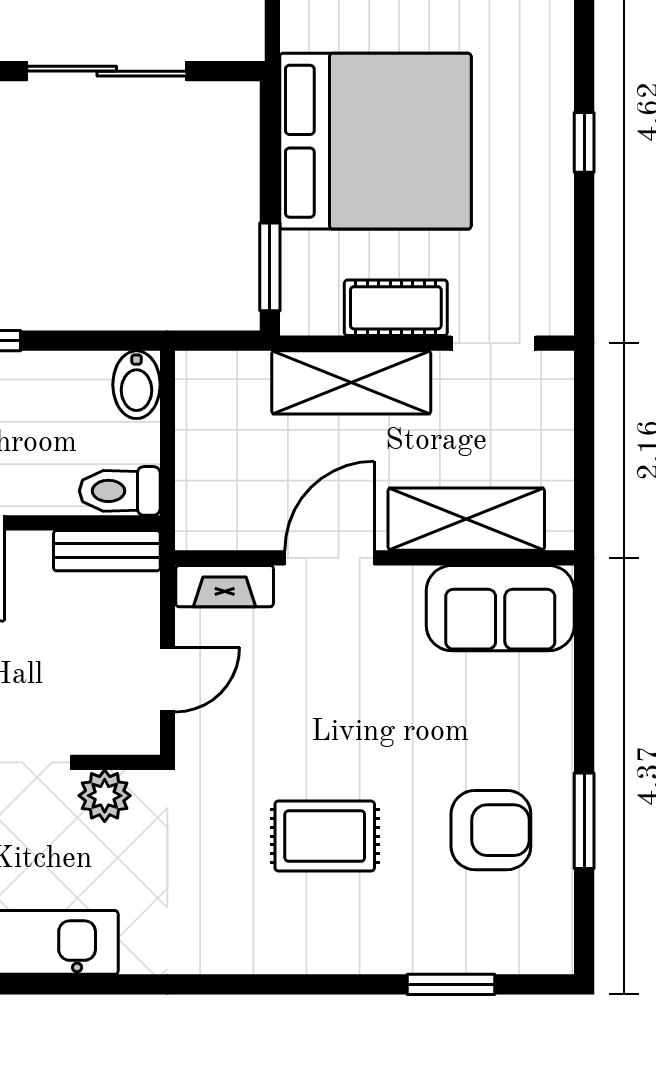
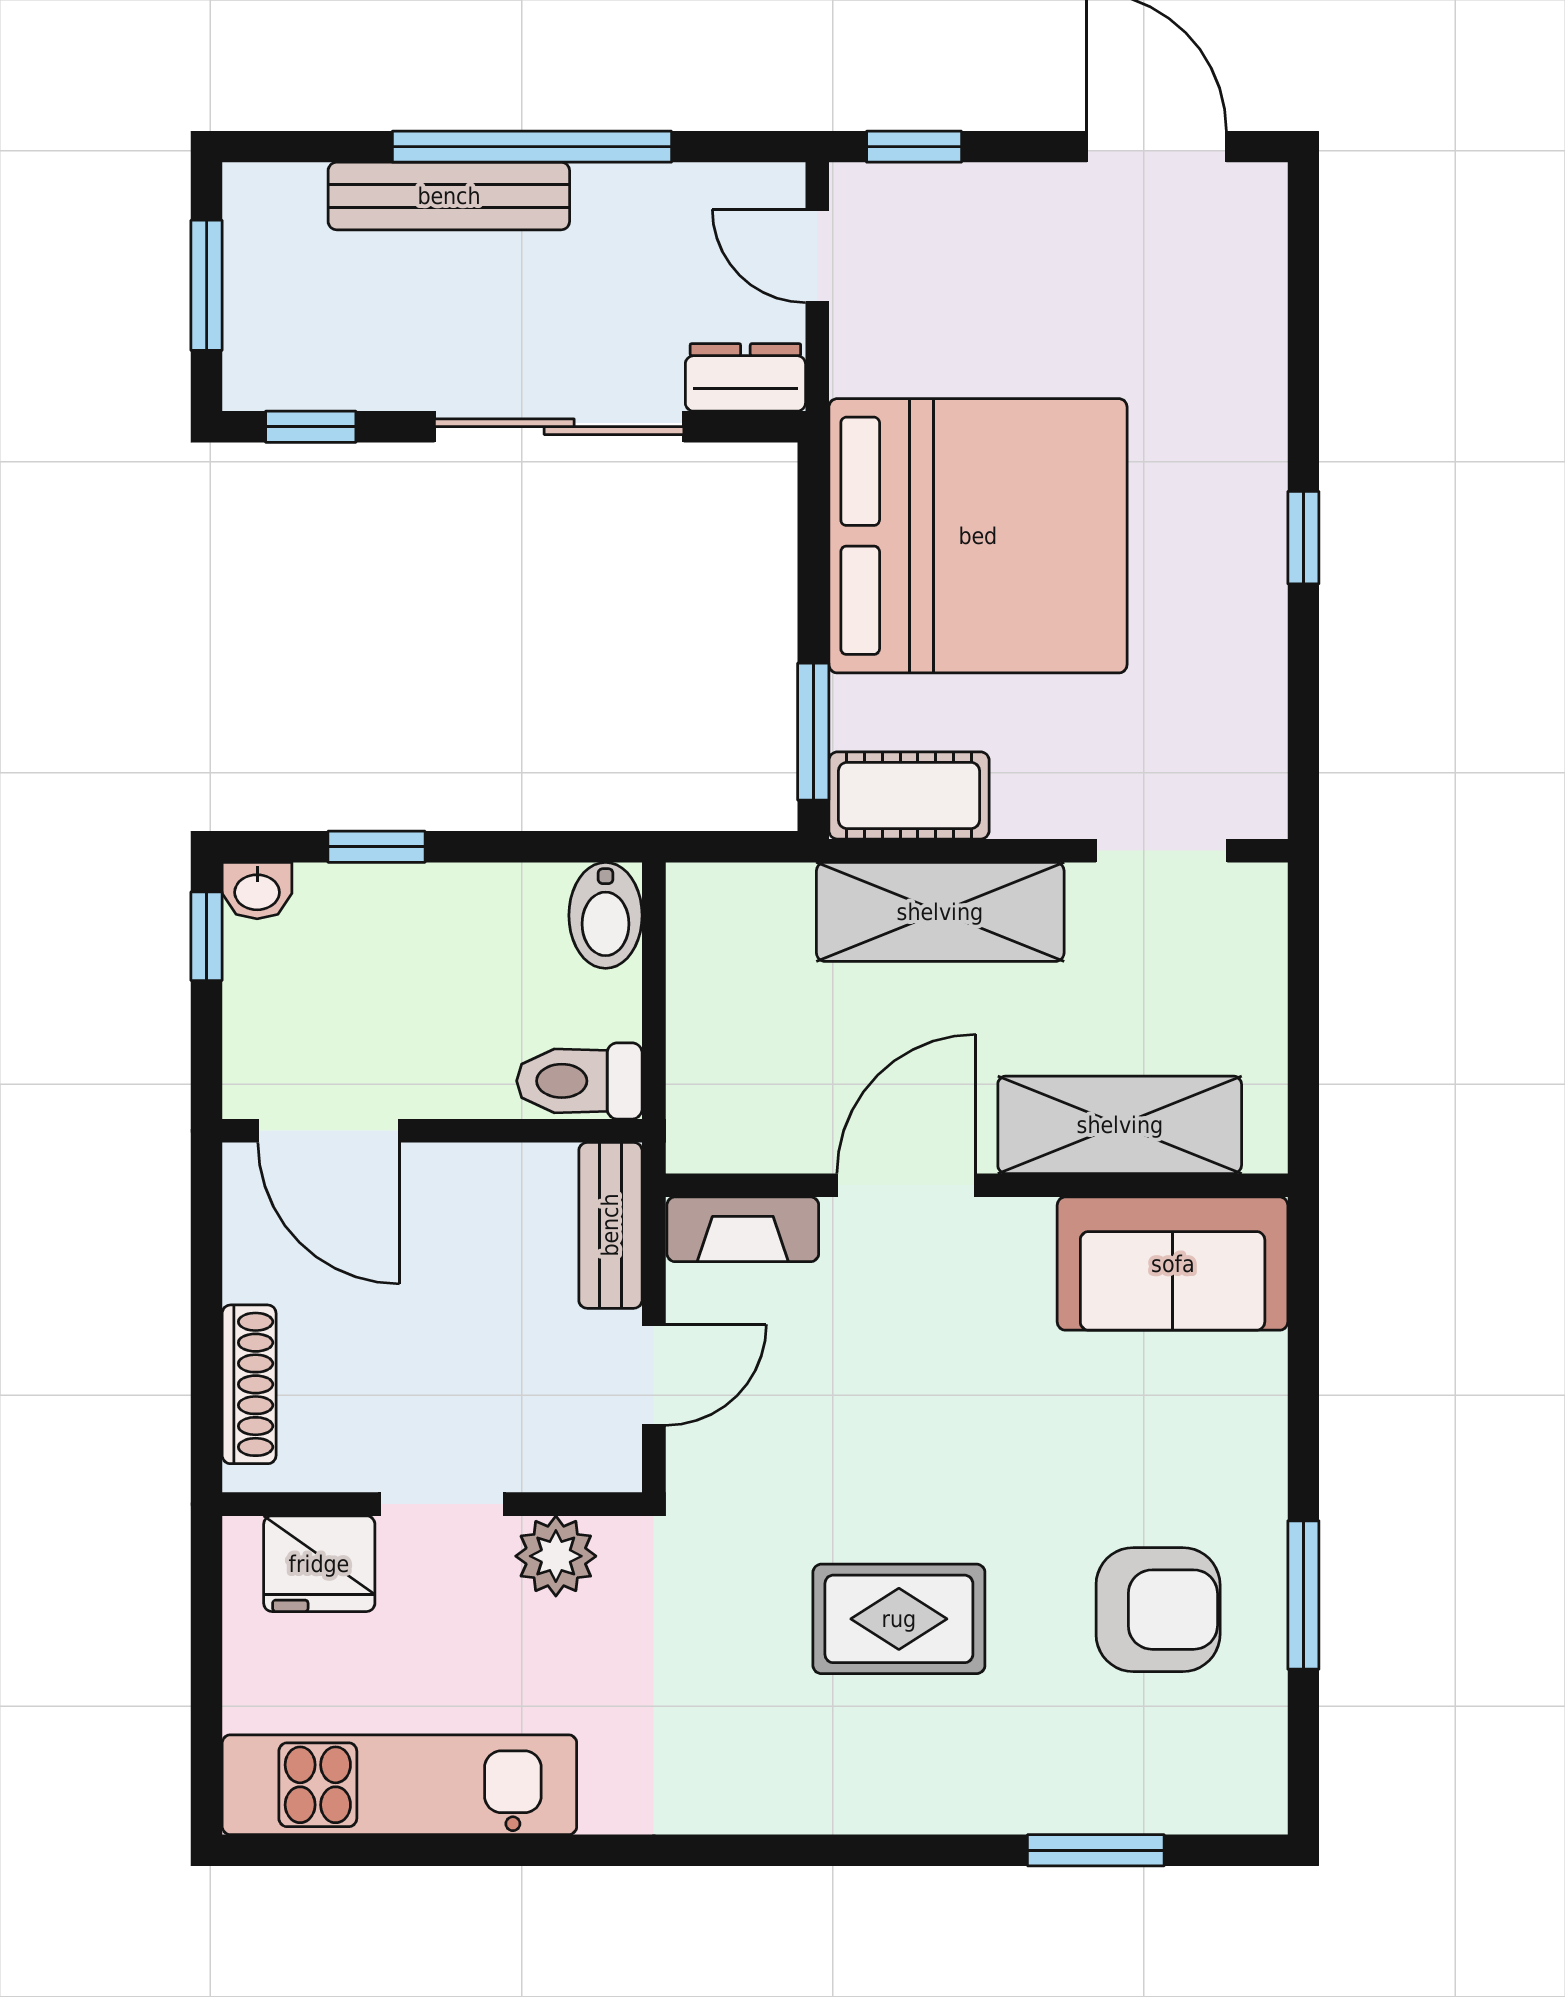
dresser: (226, 40) -> (745, 377), added
cot: (396, 308) -> (909, 795), moved
bench: (107, 551) -> (610, 1225), moved, turned 90

